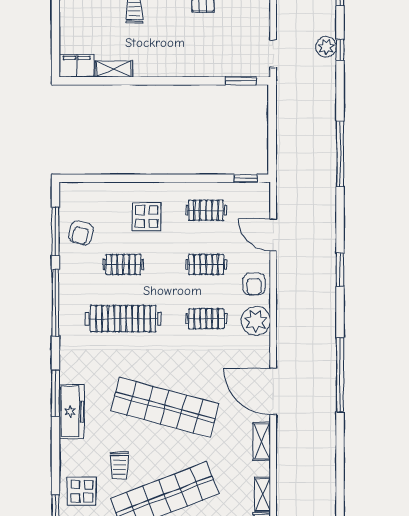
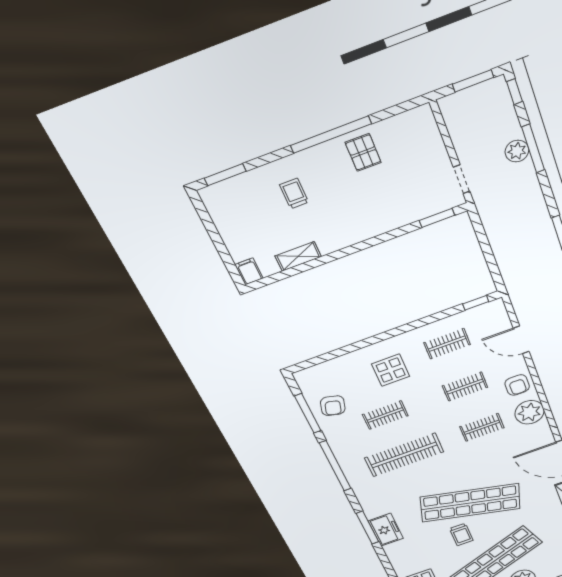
window: (340, 50) -> (533, 148), width x2.17
filing cabinet: (77, 66) -> (249, 271), width x0.50
freezer: (72, 412) -> (386, 530), width x0.71
trolley: (119, 465) -> (461, 534), moved

